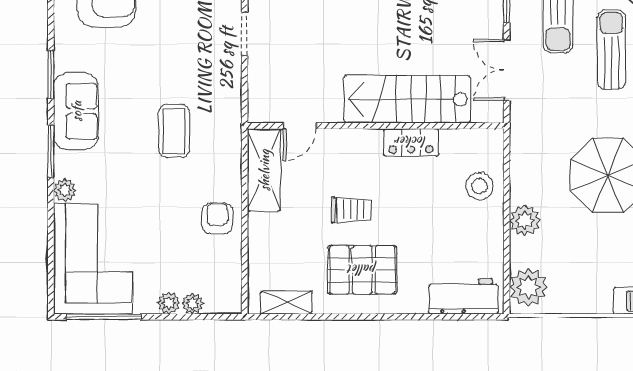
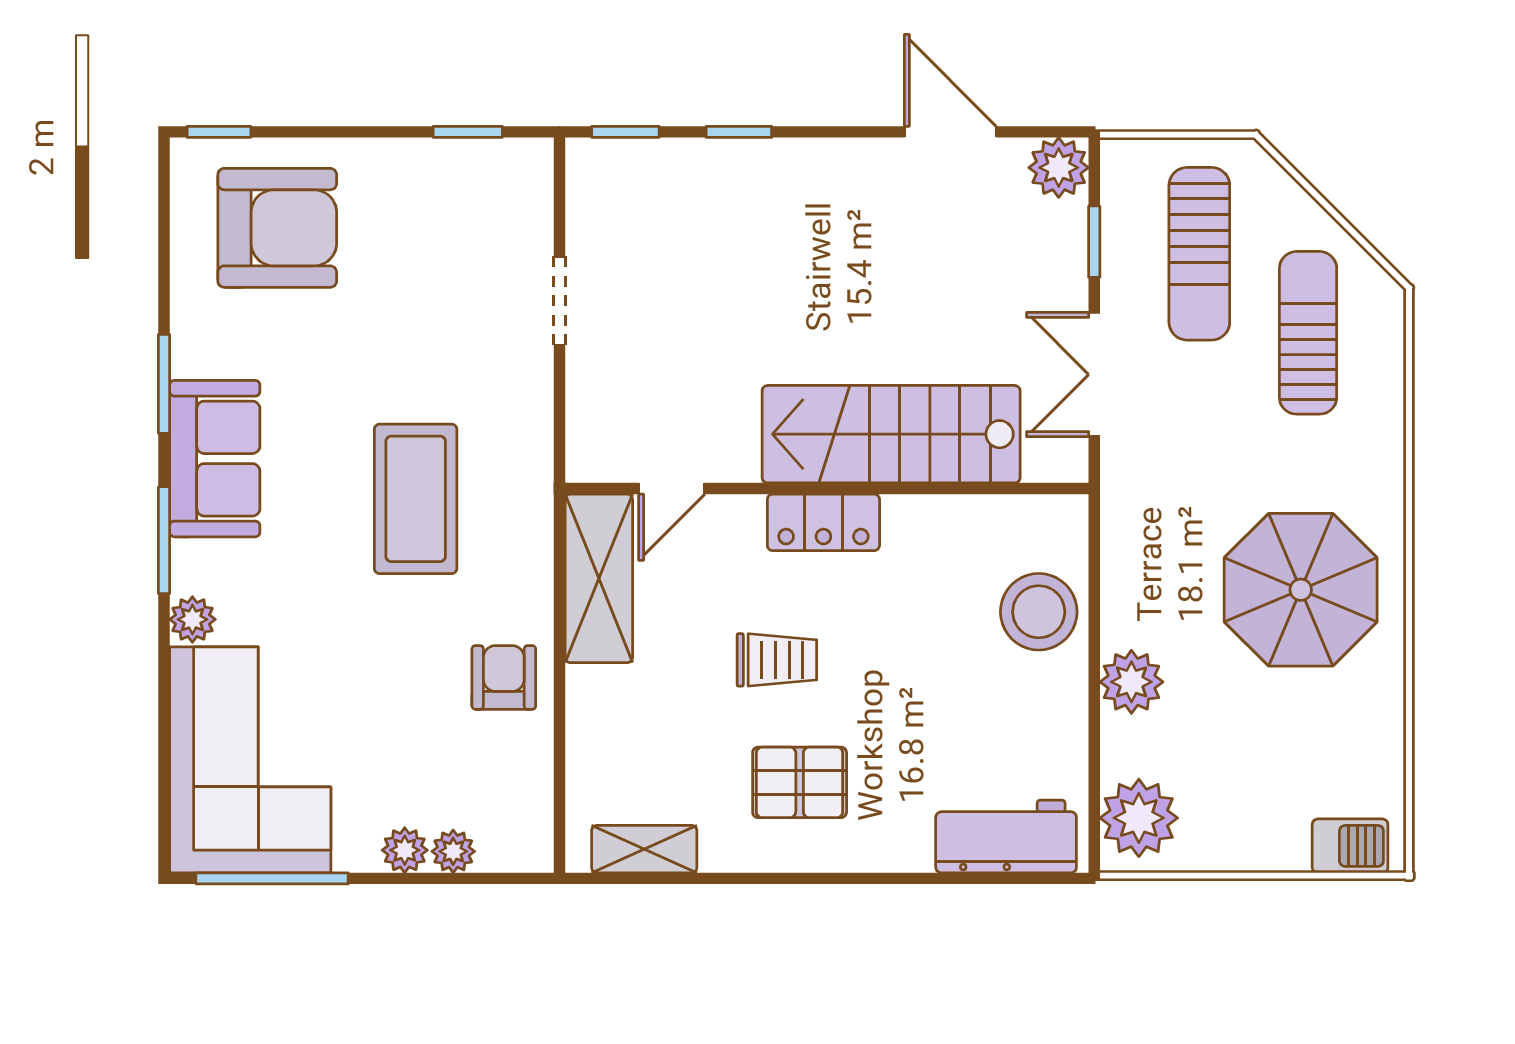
coffee table: (174, 131) -> (416, 499), width x1.36, depth x1.32
locker: (411, 142) -> (823, 522), moved
stool: (479, 186) -> (1039, 612), width x1.38, depth x1.38
pallet: (362, 270) -> (800, 782), width x0.67, depth x0.71

